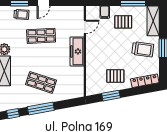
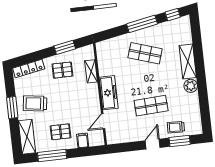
shelving: (90, 72) -> (91, 71), added

